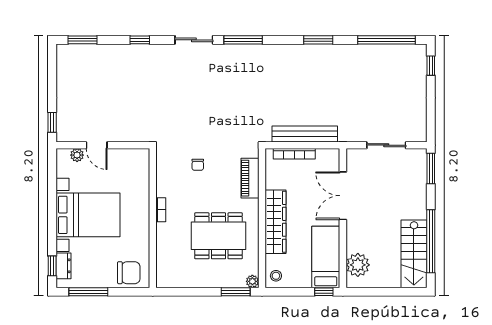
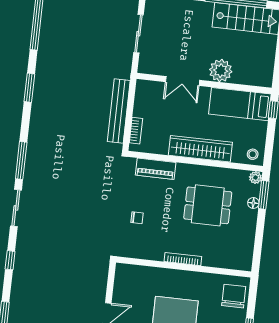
bookcase: (294, 154) -> (136, 131), width x0.64
double door: (343, 196) -> (183, 81), width x0.73
bookcase: (161, 210) -> (183, 259), width x1.56
dining table: (218, 236) -> (208, 205), width x0.73
plant: (358, 265) -> (221, 71), moved
floor lamp: (226, 282) -> (253, 203), added

